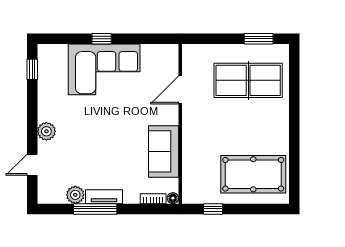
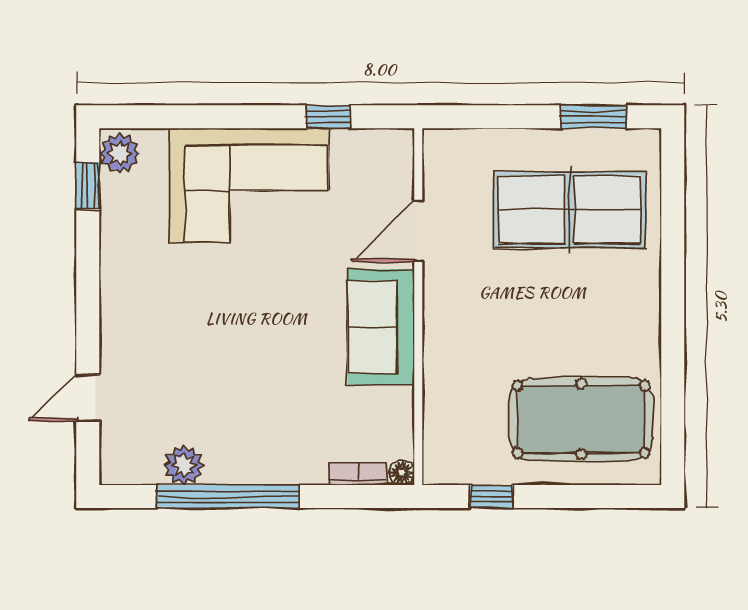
window: (102, 39) -> (328, 117), moved
plant: (46, 131) -> (120, 153), moved
sofa: (164, 151) -> (381, 327), moved
tv unit: (104, 197) -> (248, 469), removed
window: (95, 209) -> (228, 497), width x1.46

